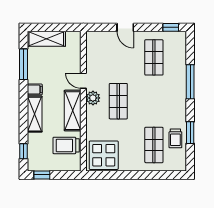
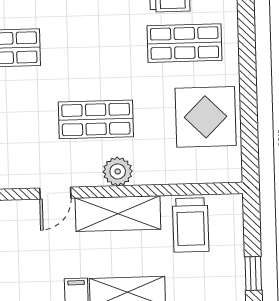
plant: (93, 98) -> (118, 171), moved
display table: (104, 155) -> (206, 117), moved

